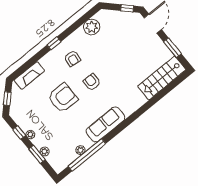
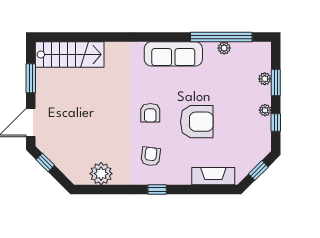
armchair: (63, 98) -> (197, 122), turned 180

